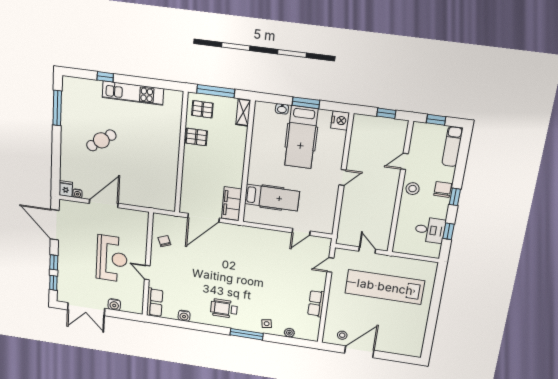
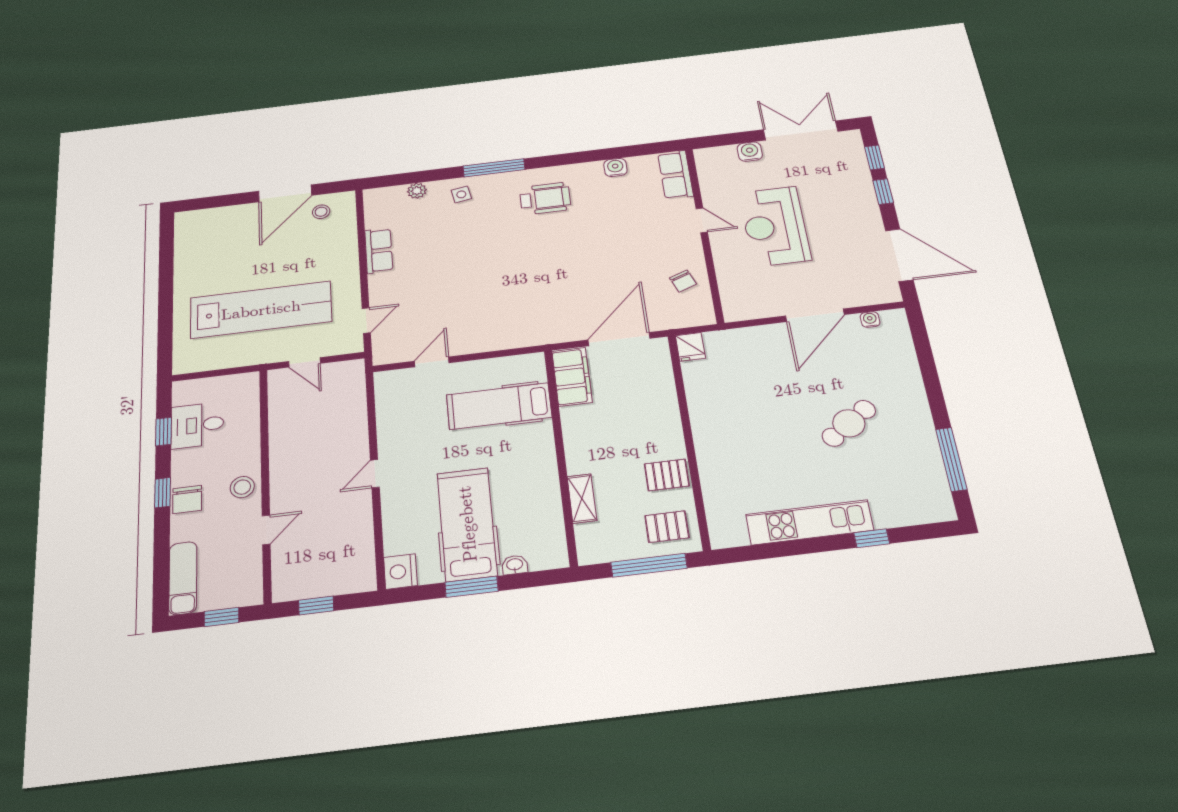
shelving: (243, 112) -> (582, 499), moved
fridge: (66, 189) -> (690, 347), moved

